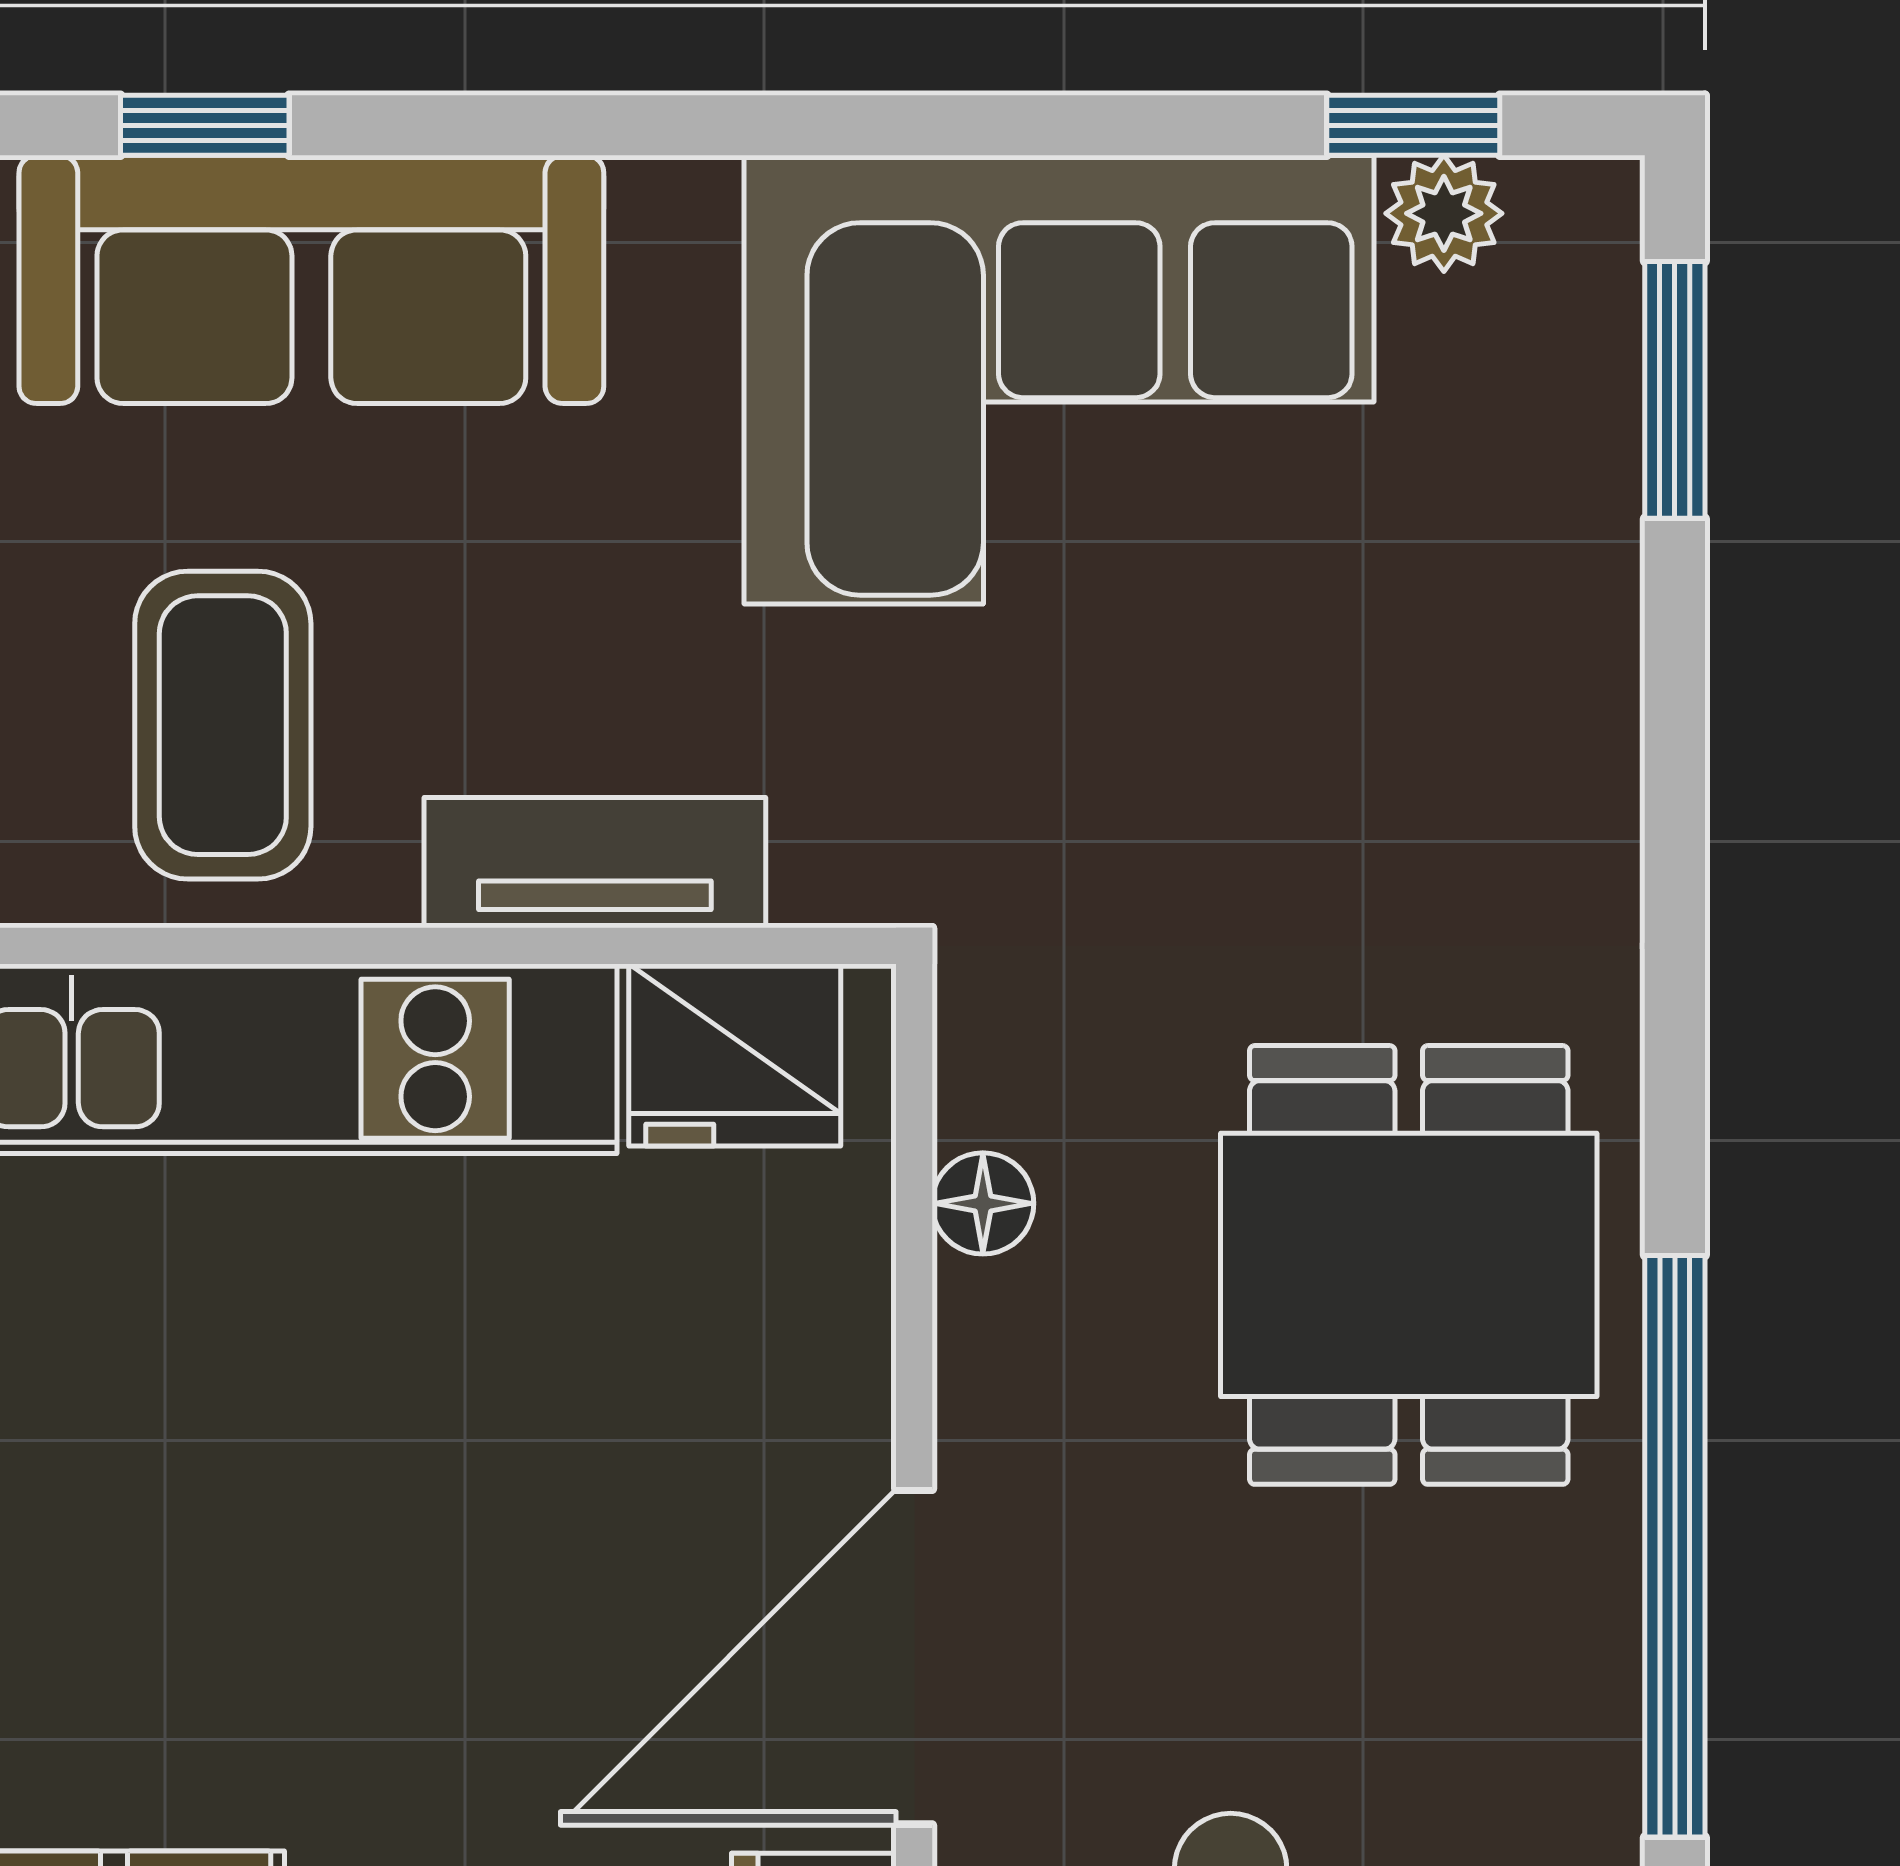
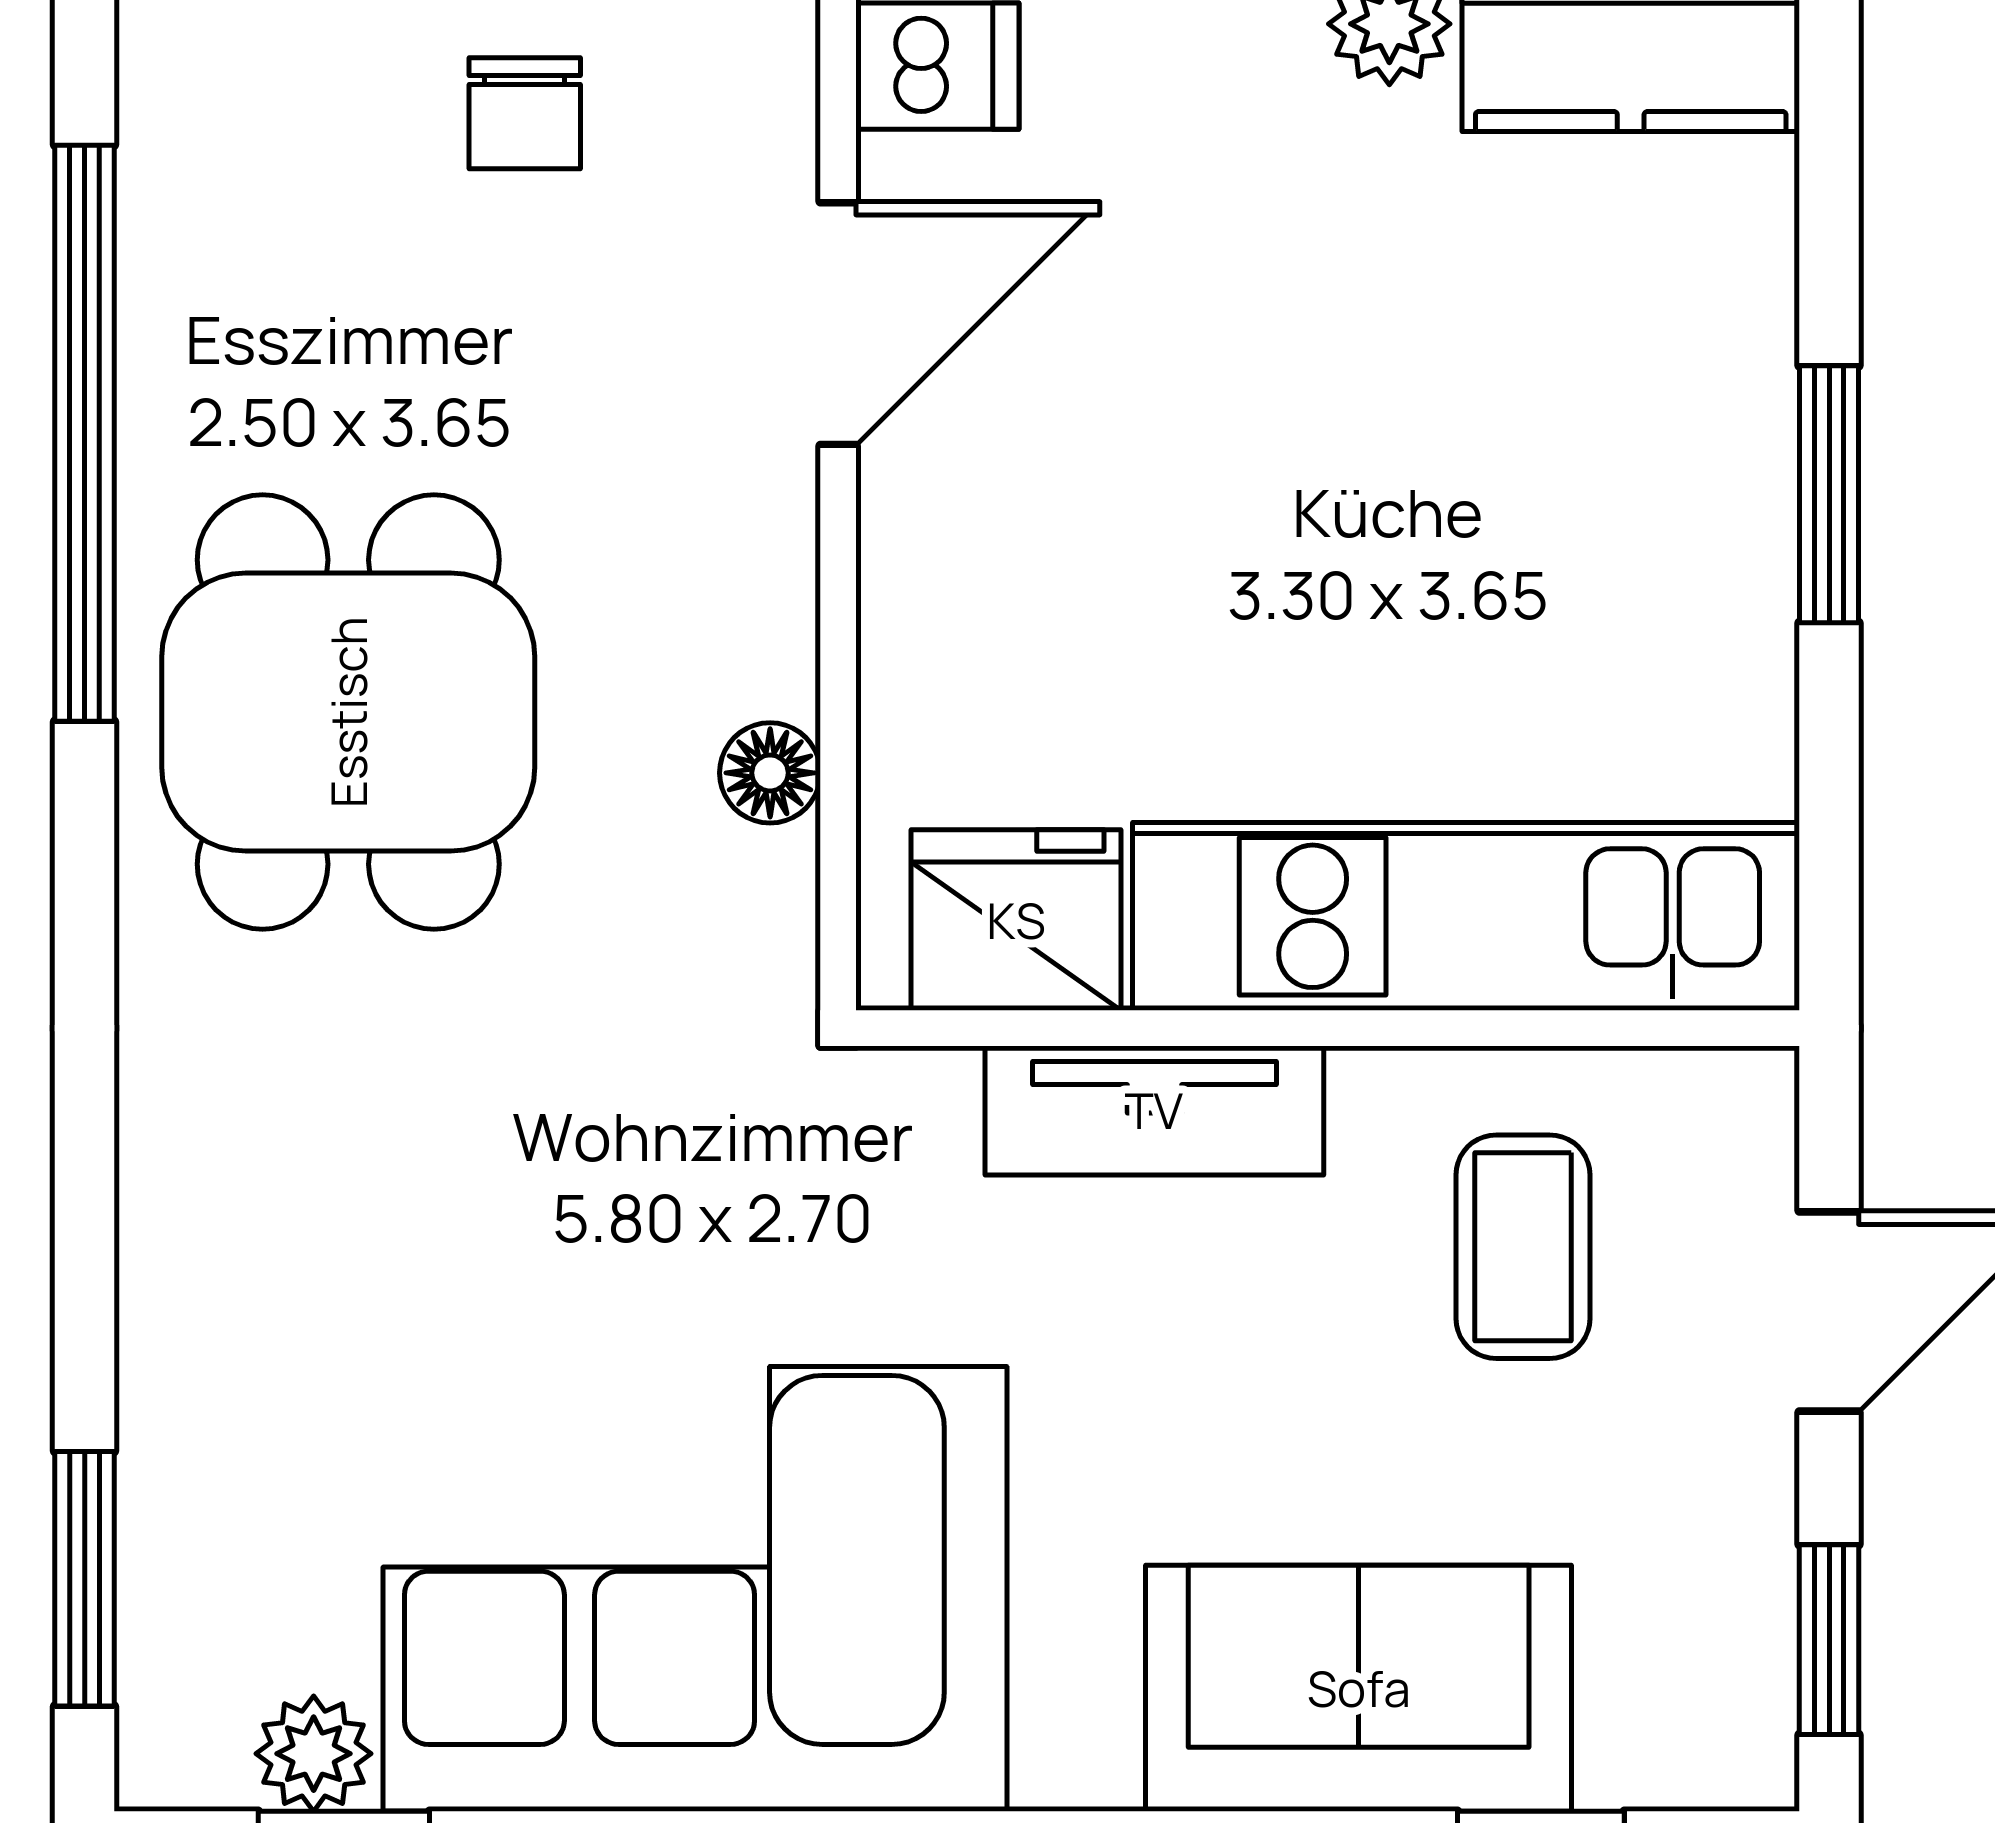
sofa: (311, 279) -> (1359, 1688), width x0.73
coffee table: (223, 725) -> (1523, 1247), width x0.73, depth x0.77
door: (914, 1657) -> (838, 324), width x0.73

